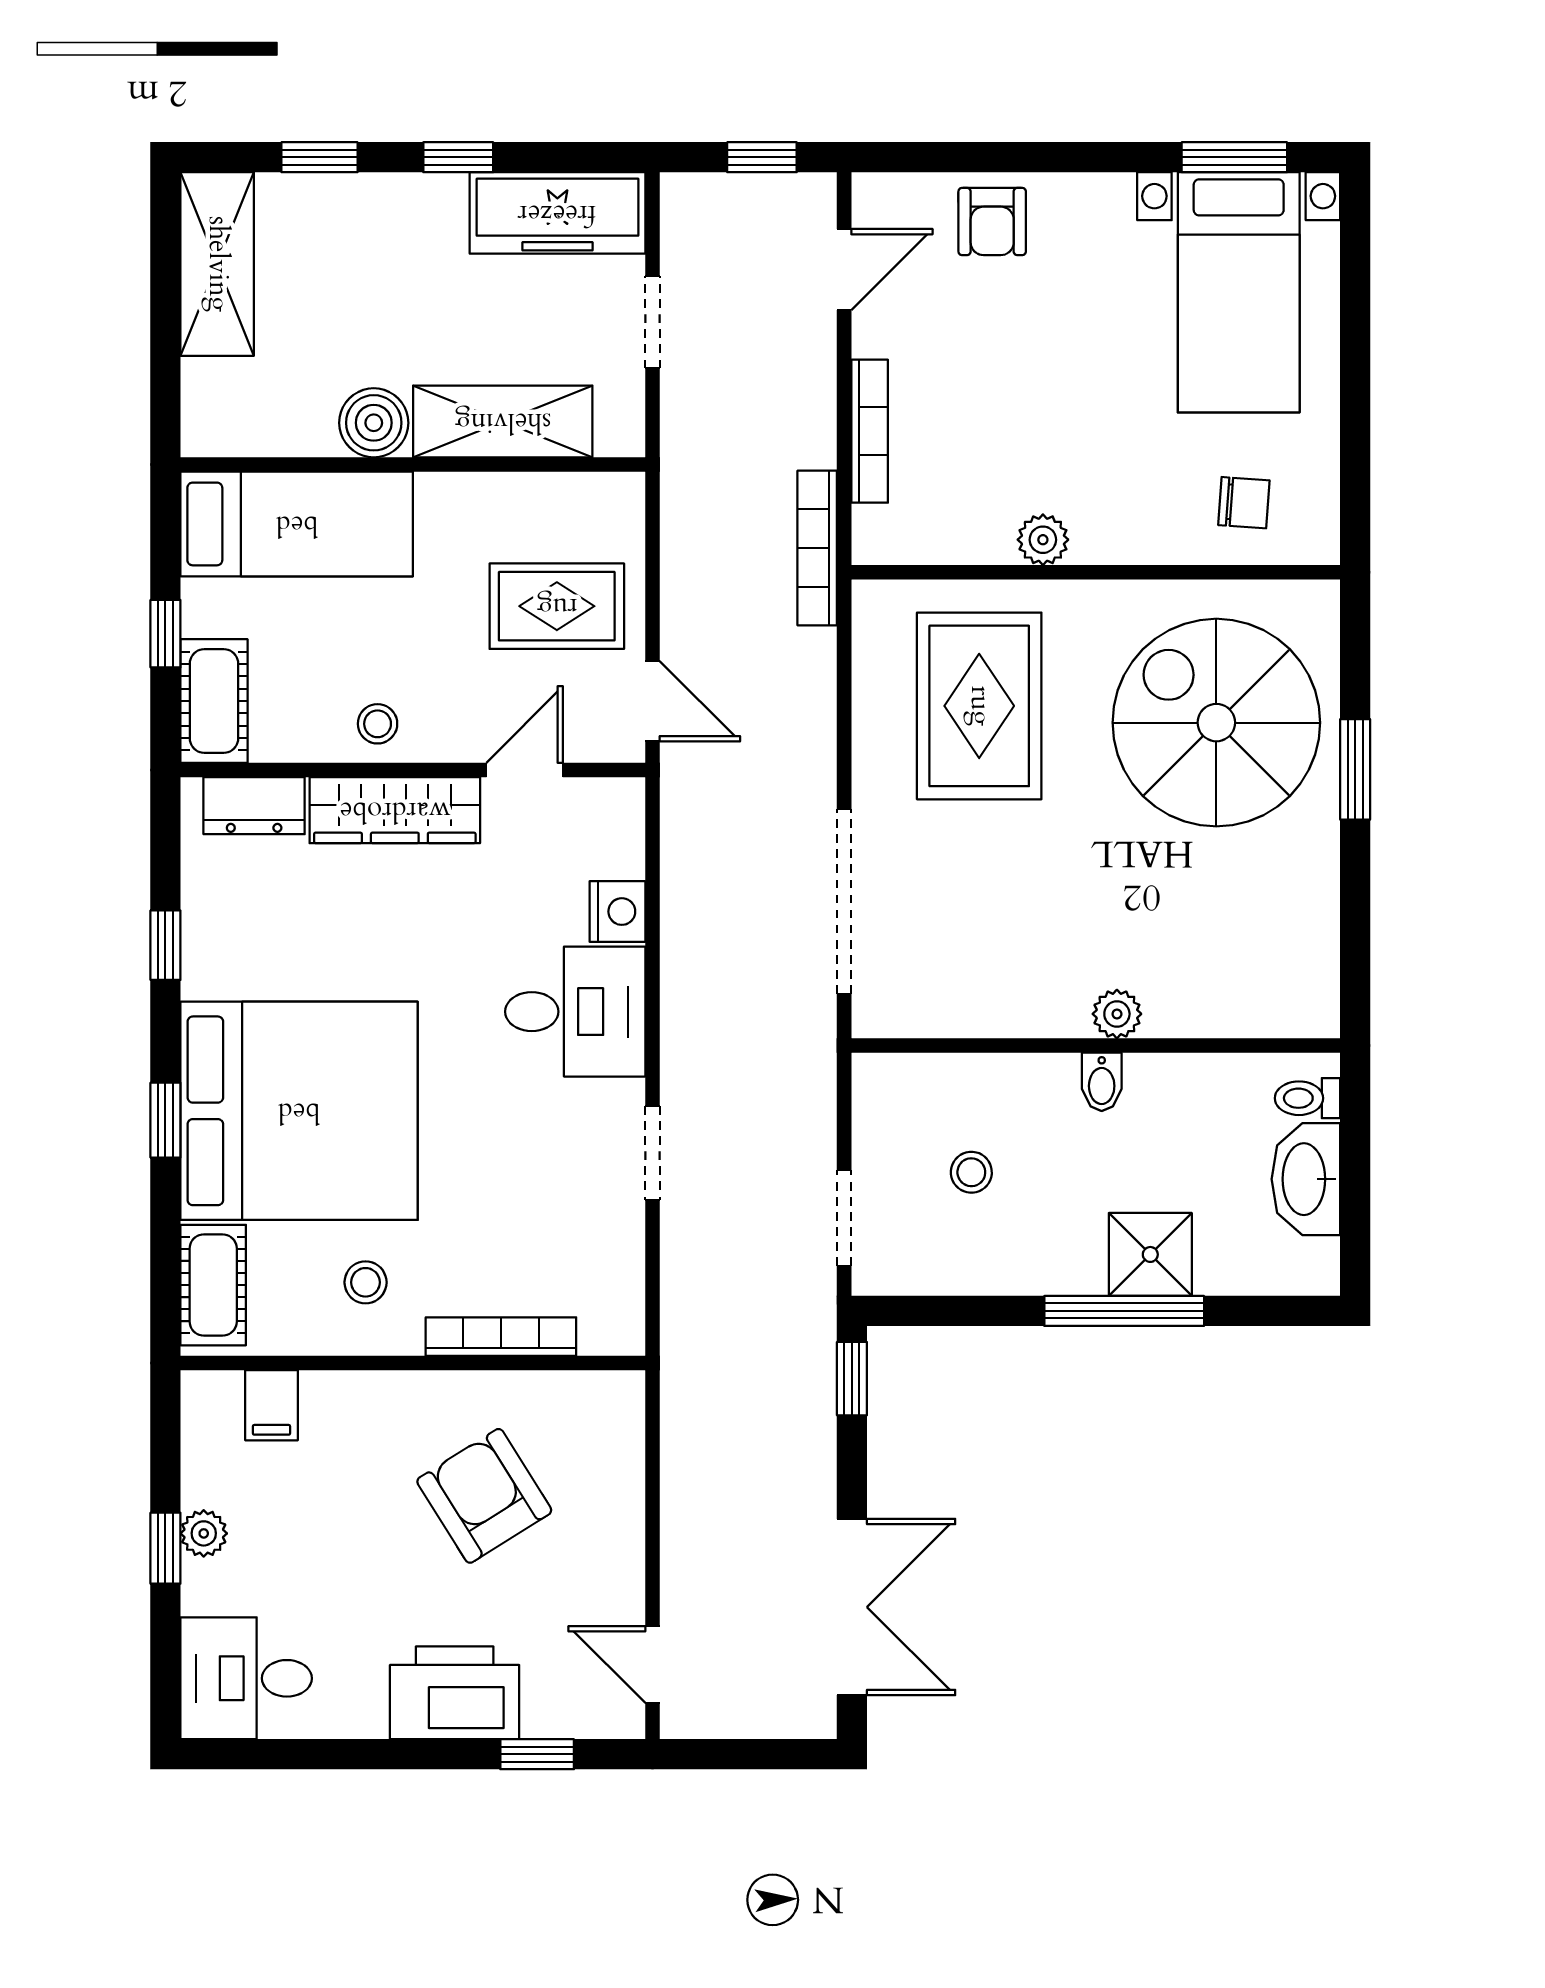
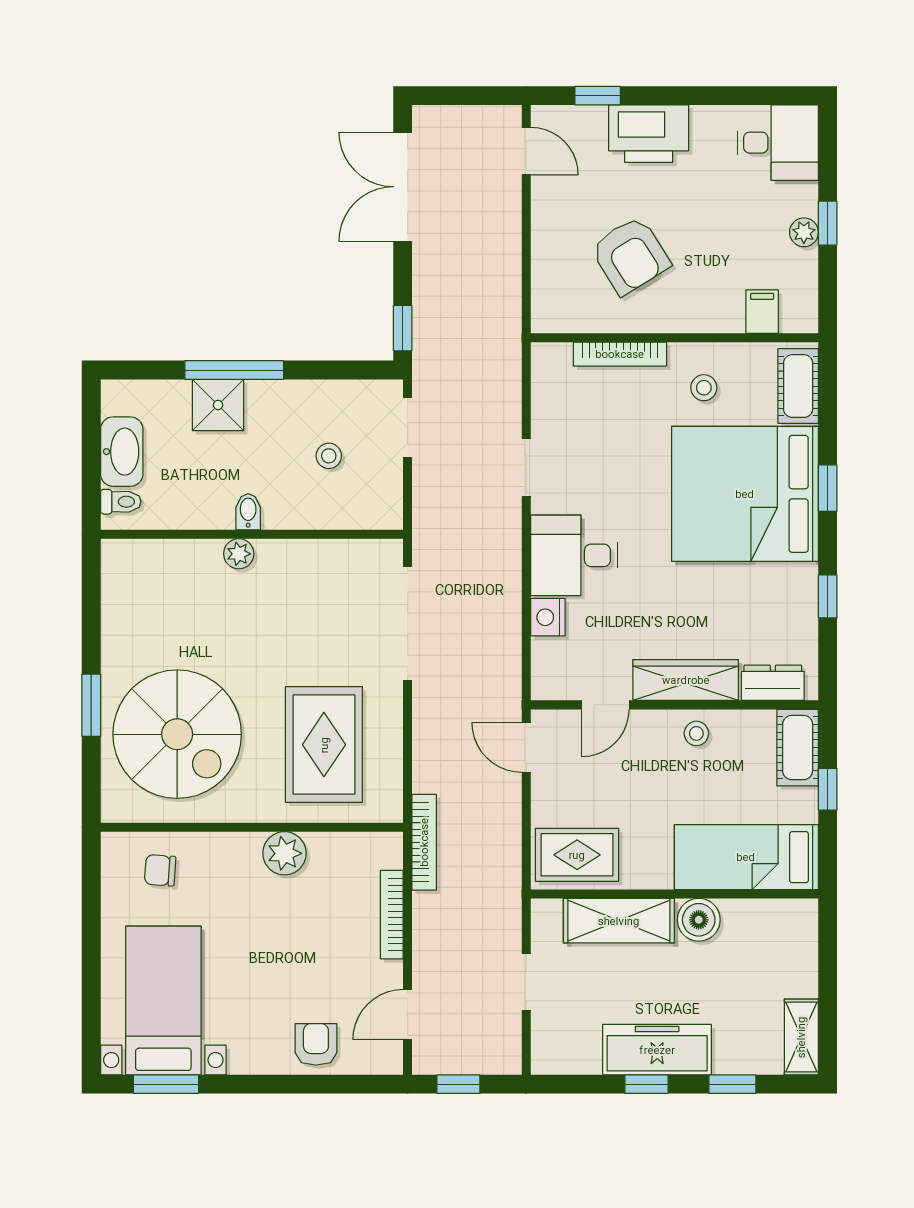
freezer: (557, 213) -> (657, 1050), moved
shelving: (217, 264) -> (801, 1037), width x0.67, depth x0.75
plant: (1043, 540) -> (285, 853), width x1.38, depth x1.38
rug: (557, 606) -> (577, 855), moved

